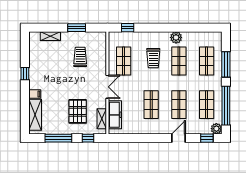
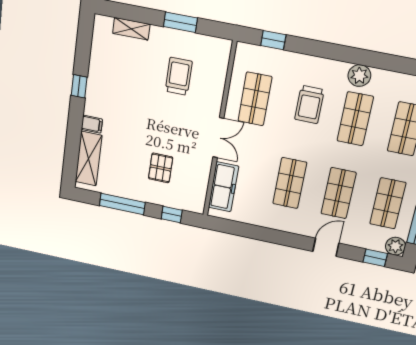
pallet: (78, 111) -> (161, 168), width x0.67, depth x0.71
shelving: (102, 119) -> (200, 188), removed

